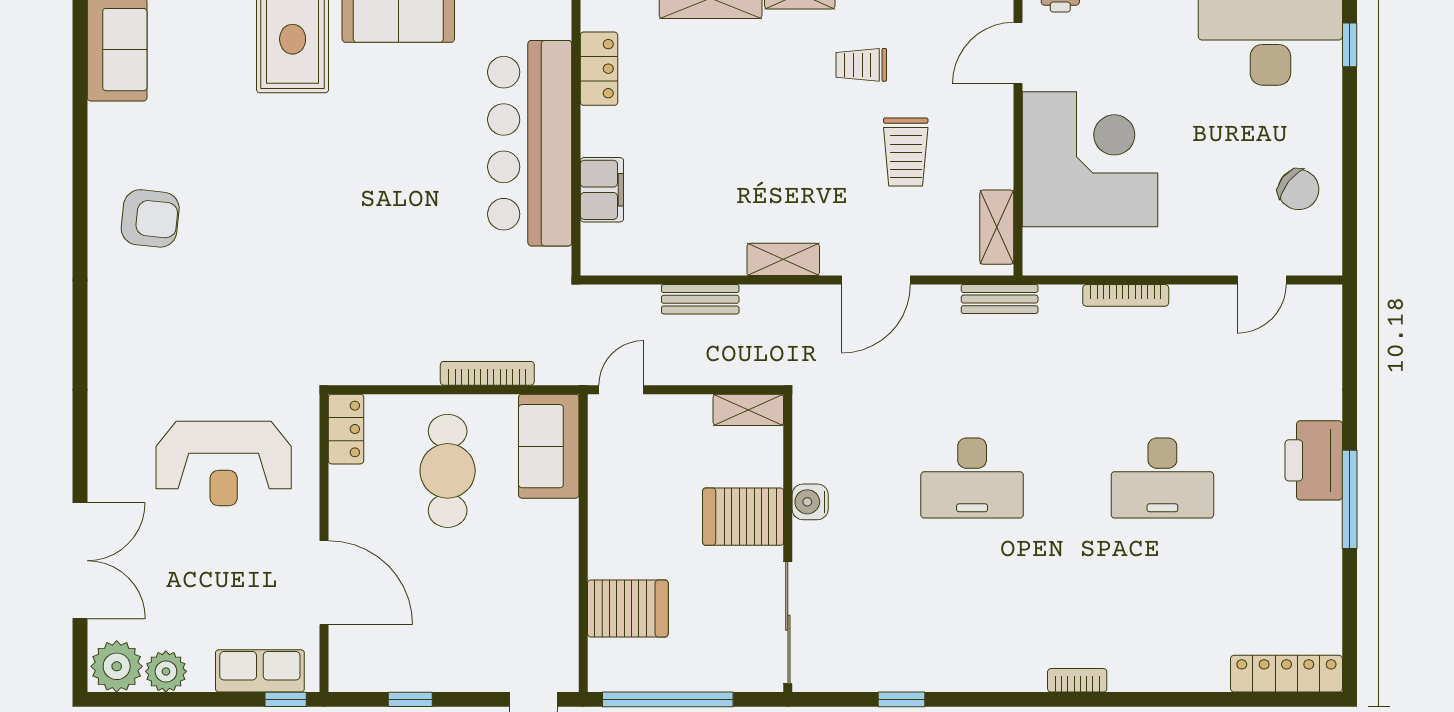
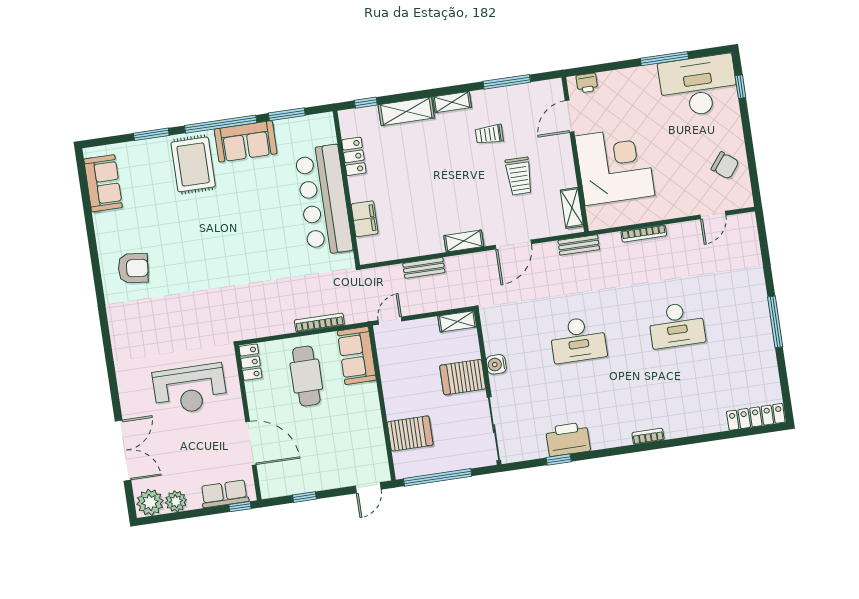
printer: (1314, 460) -> (568, 439), moved, turned 90

